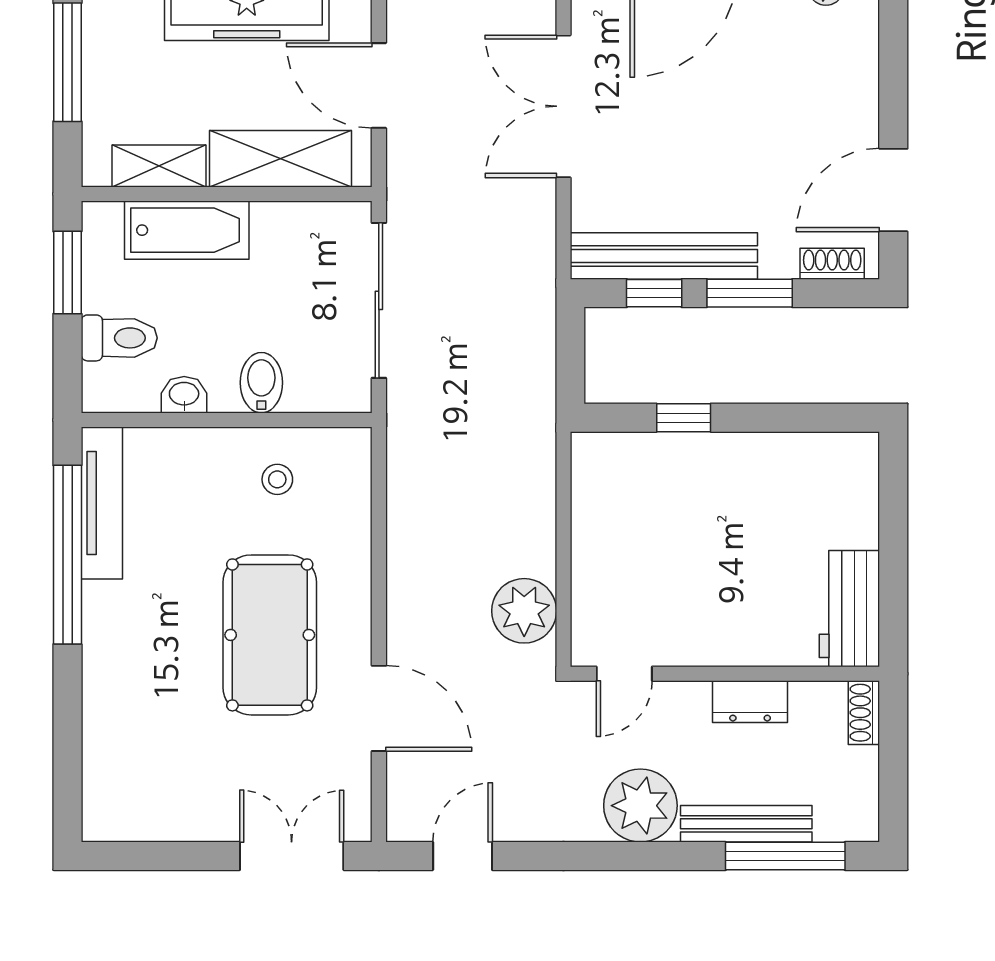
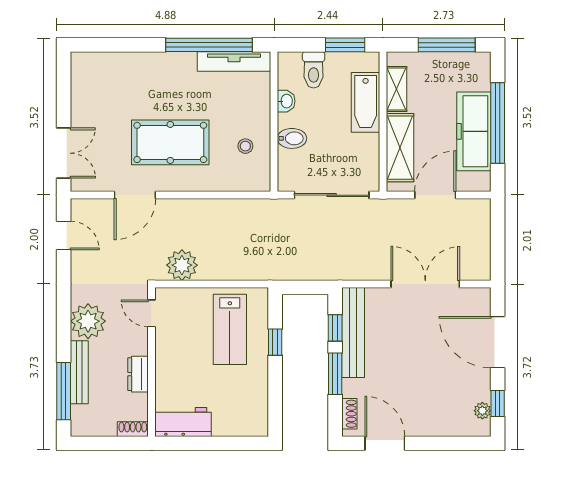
lab bench: (657, 512) -> (230, 329), added

